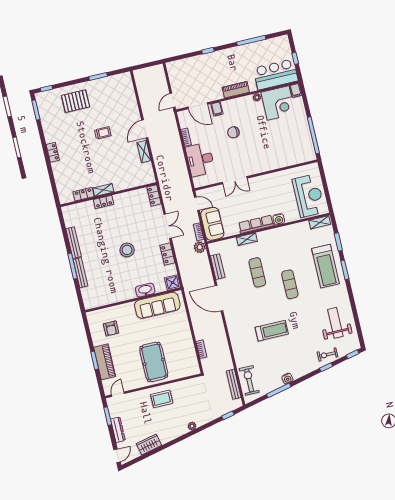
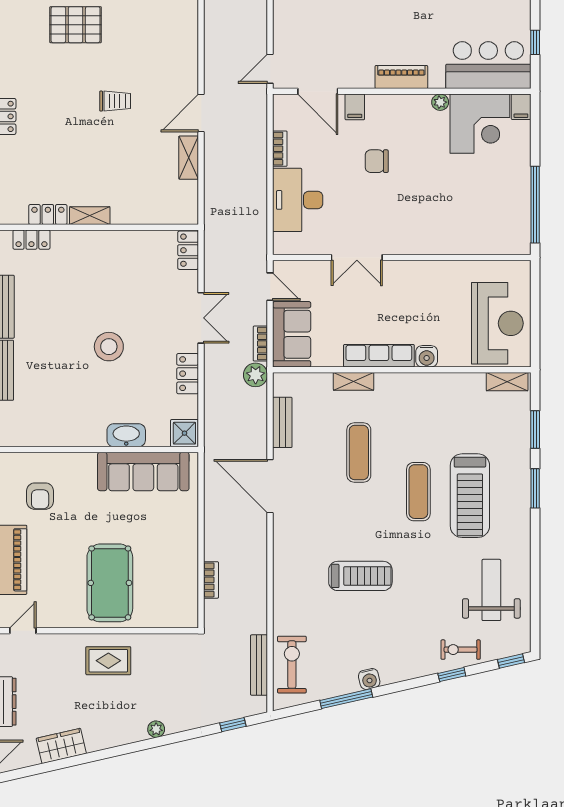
locker: (104, 202) -> (31, 240), moved
treadmill: (326, 266) -> (470, 496), moved

